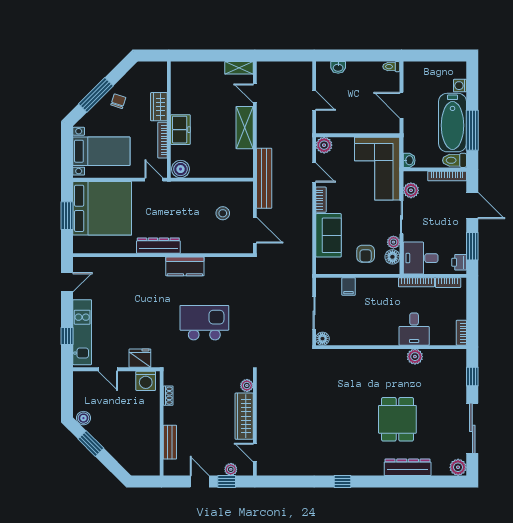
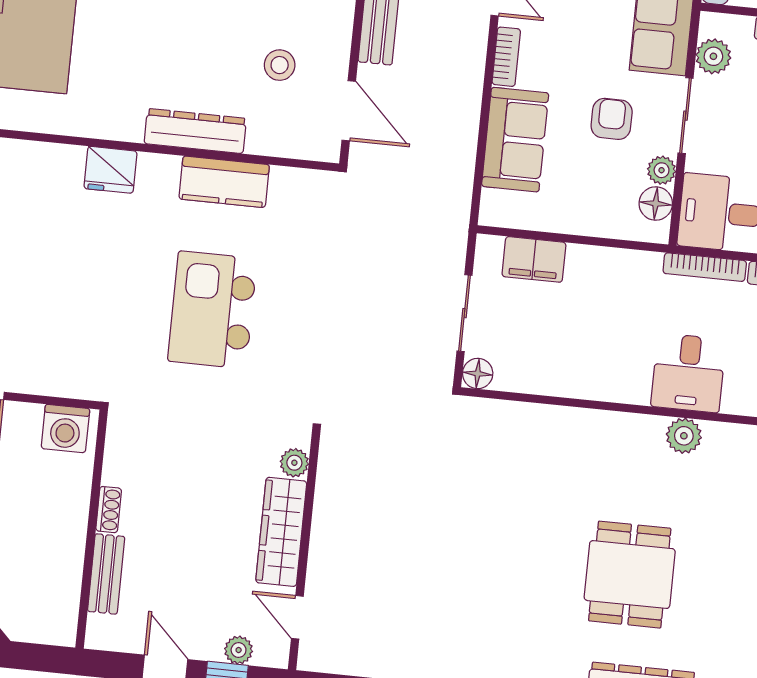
dresser: (158, 246) -> (195, 131), moved
armchair: (366, 254) -> (612, 119), moved, turned 180
kitchen counter: (185, 266) -> (224, 182), moved
filing cabinet: (349, 287) -> (534, 259), width x2.00
kitchen island: (204, 323) -> (212, 310), turned -90
fridge: (140, 358) -> (111, 170), moved, turned 180
shoe rack: (168, 396) -> (109, 510), moved

